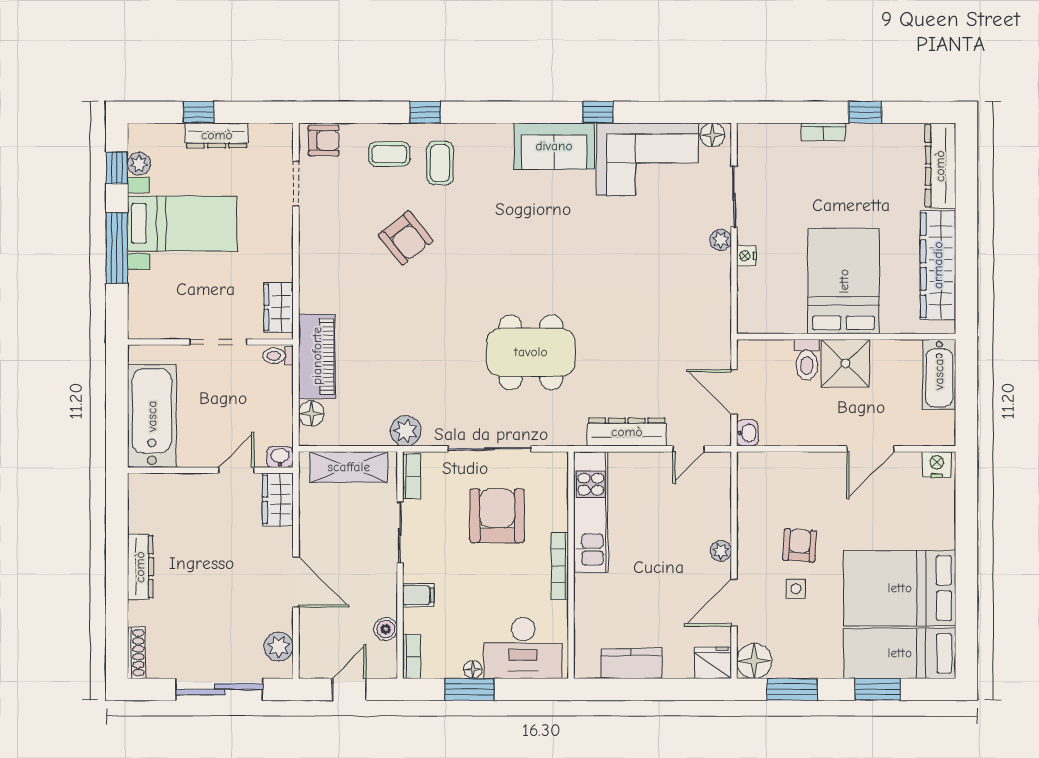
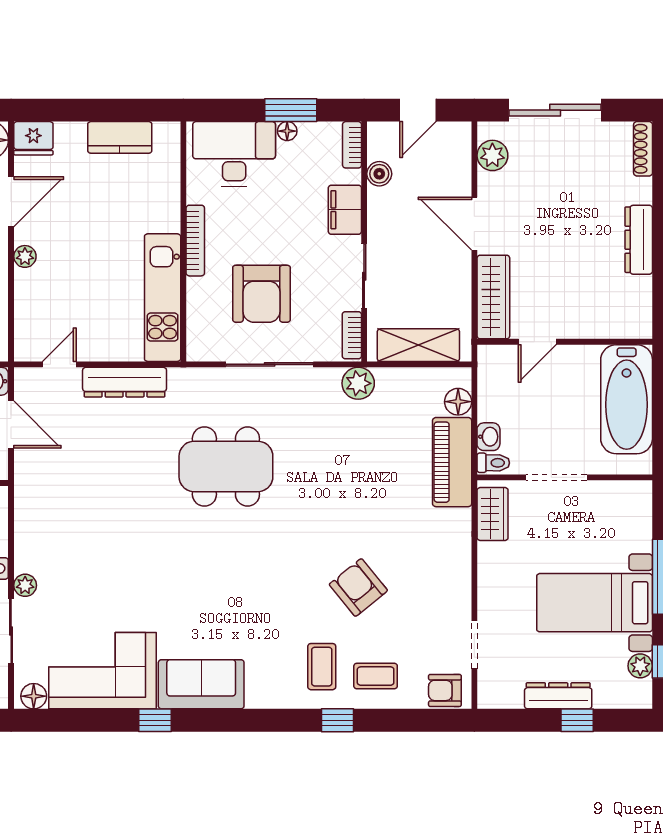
washbasin: (280, 457) -> (488, 437), moved, turned -90
wardrobe: (278, 499) -> (493, 297), width x1.50
filing cabinet: (418, 595) -> (345, 210), width x2.00

